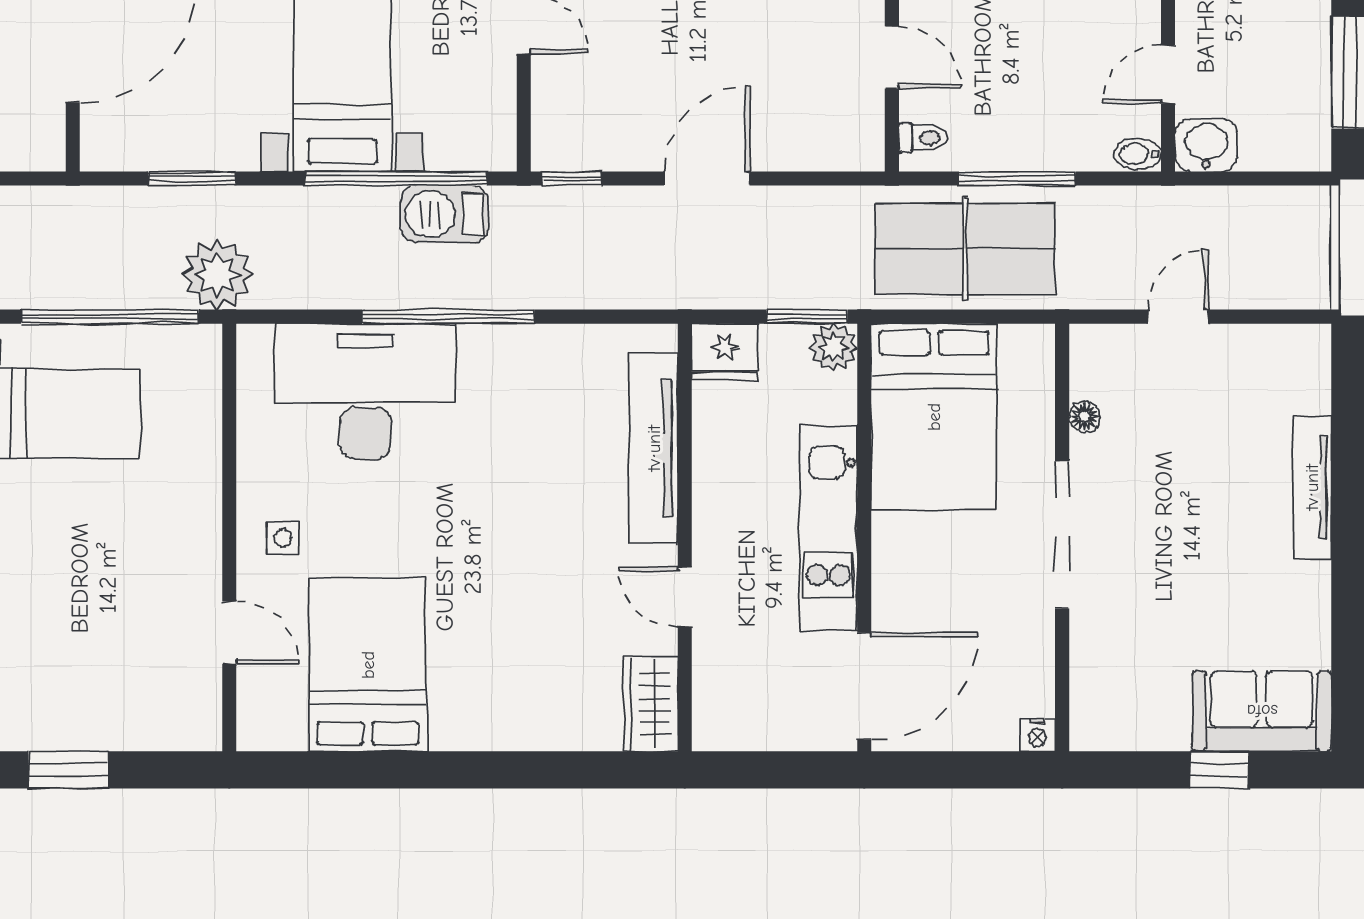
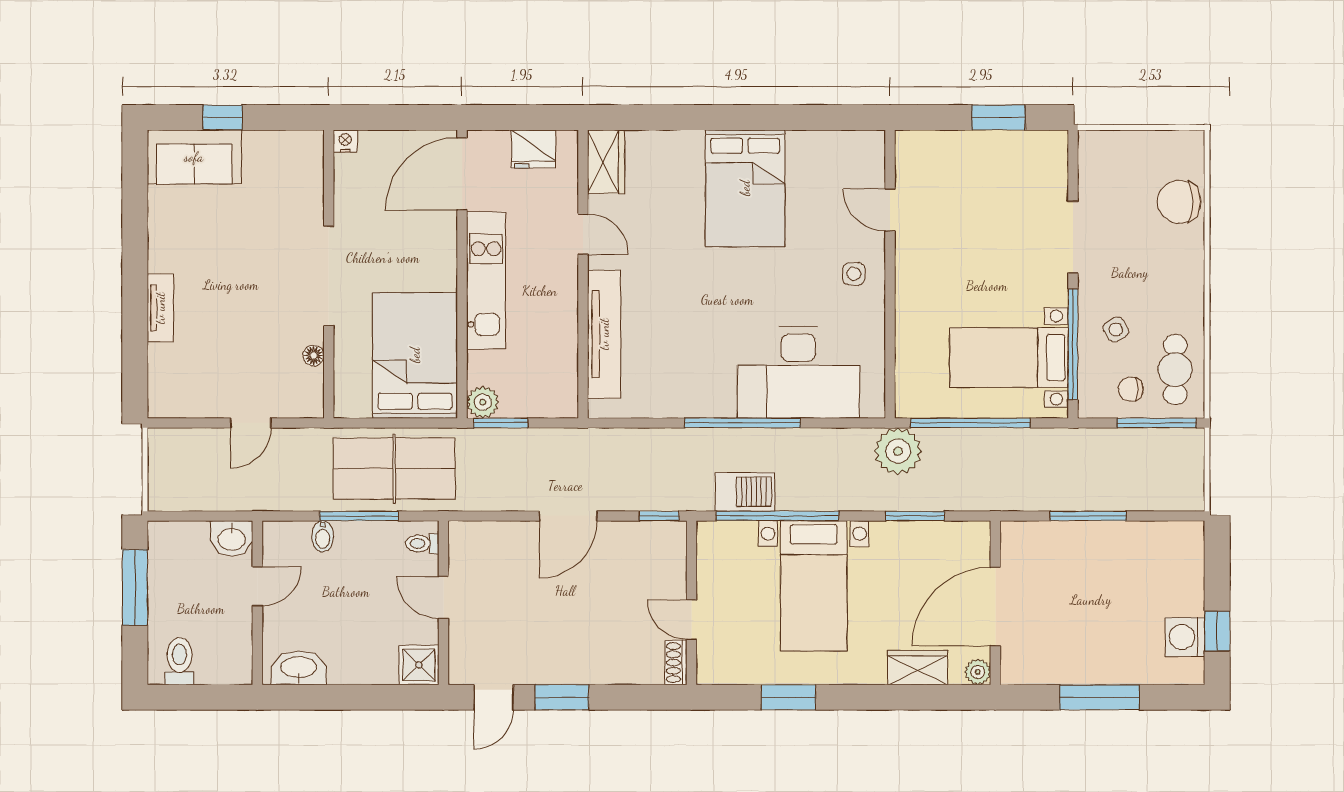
bidet: (1138, 154) -> (323, 536), moved, turned 90
fridge: (725, 352) -> (533, 149), moved, turned 180
tv unit: (1312, 487) -> (160, 308), width x0.71
bed: (368, 665) -> (745, 188), moved

